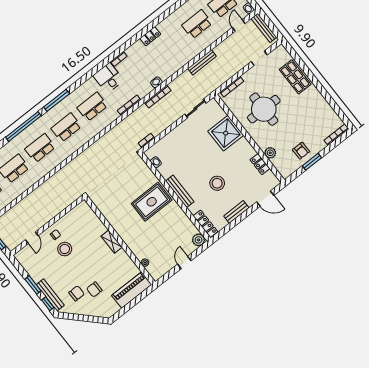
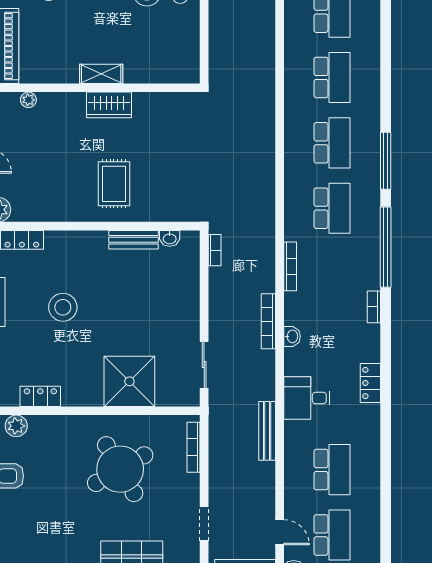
desk: (108, 78) -> (307, 398), moved, turned 180
round table: (264, 109) -> (120, 469), turned -30
window: (23, 127) -> (386, 247), moved
plant: (270, 153) -> (16, 426), moved
bench: (180, 191) -> (134, 240), moved, width x0.73
rug: (152, 202) -> (114, 184), width x0.73, depth x0.70
wardrobe: (122, 229) -> (109, 105), added

